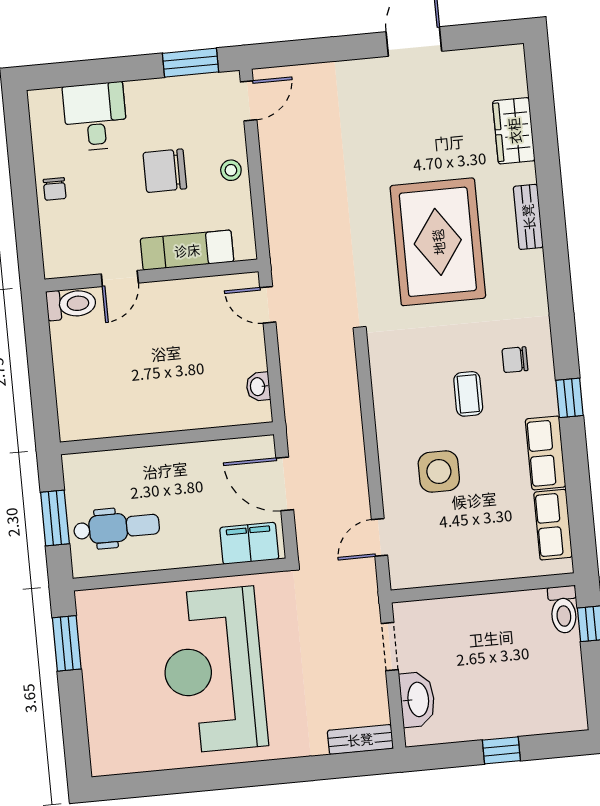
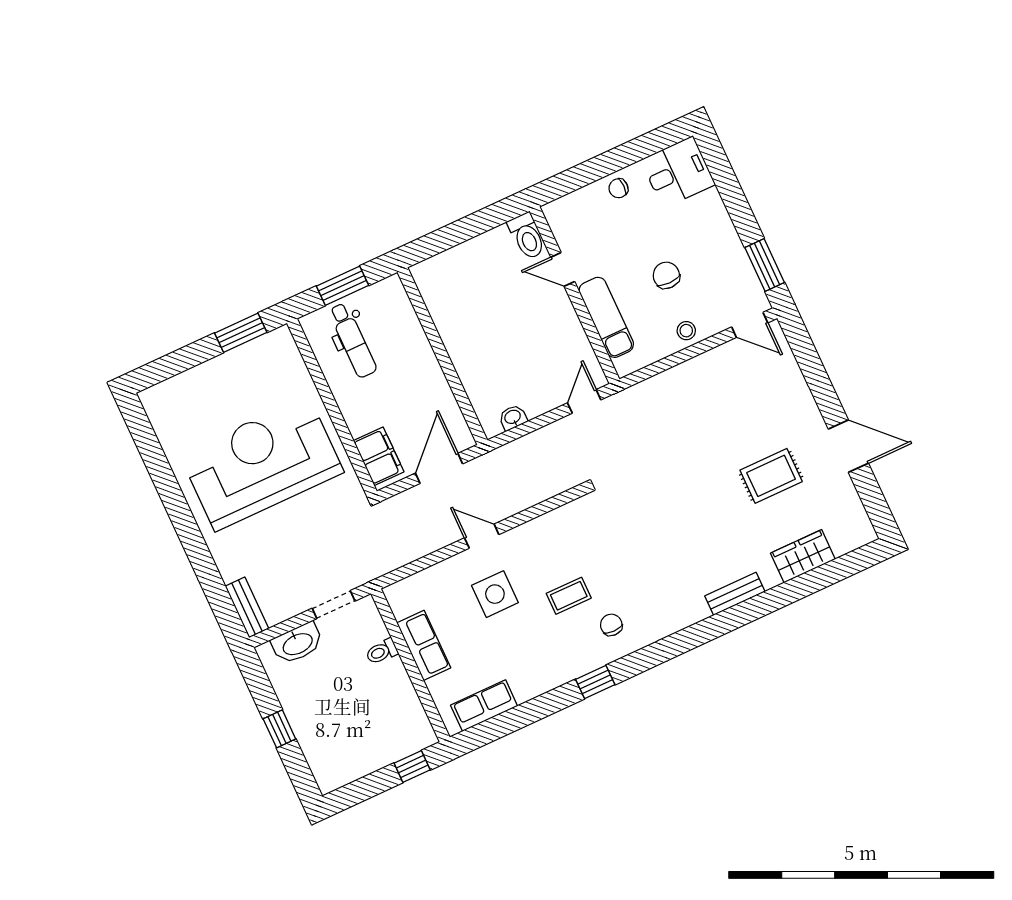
desk: (95, 117) -> (678, 172), moved
chair: (165, 171) -> (666, 275), width x0.73, depth x0.73
rug: (438, 242) -> (771, 476), moved, width x0.54, depth x0.49
row of seats: (546, 453) -> (424, 645), moved, turned 90
door: (379, 537) -> (482, 536), moved
toilet: (563, 610) -> (382, 652), moved, width x0.73, depth x0.72

